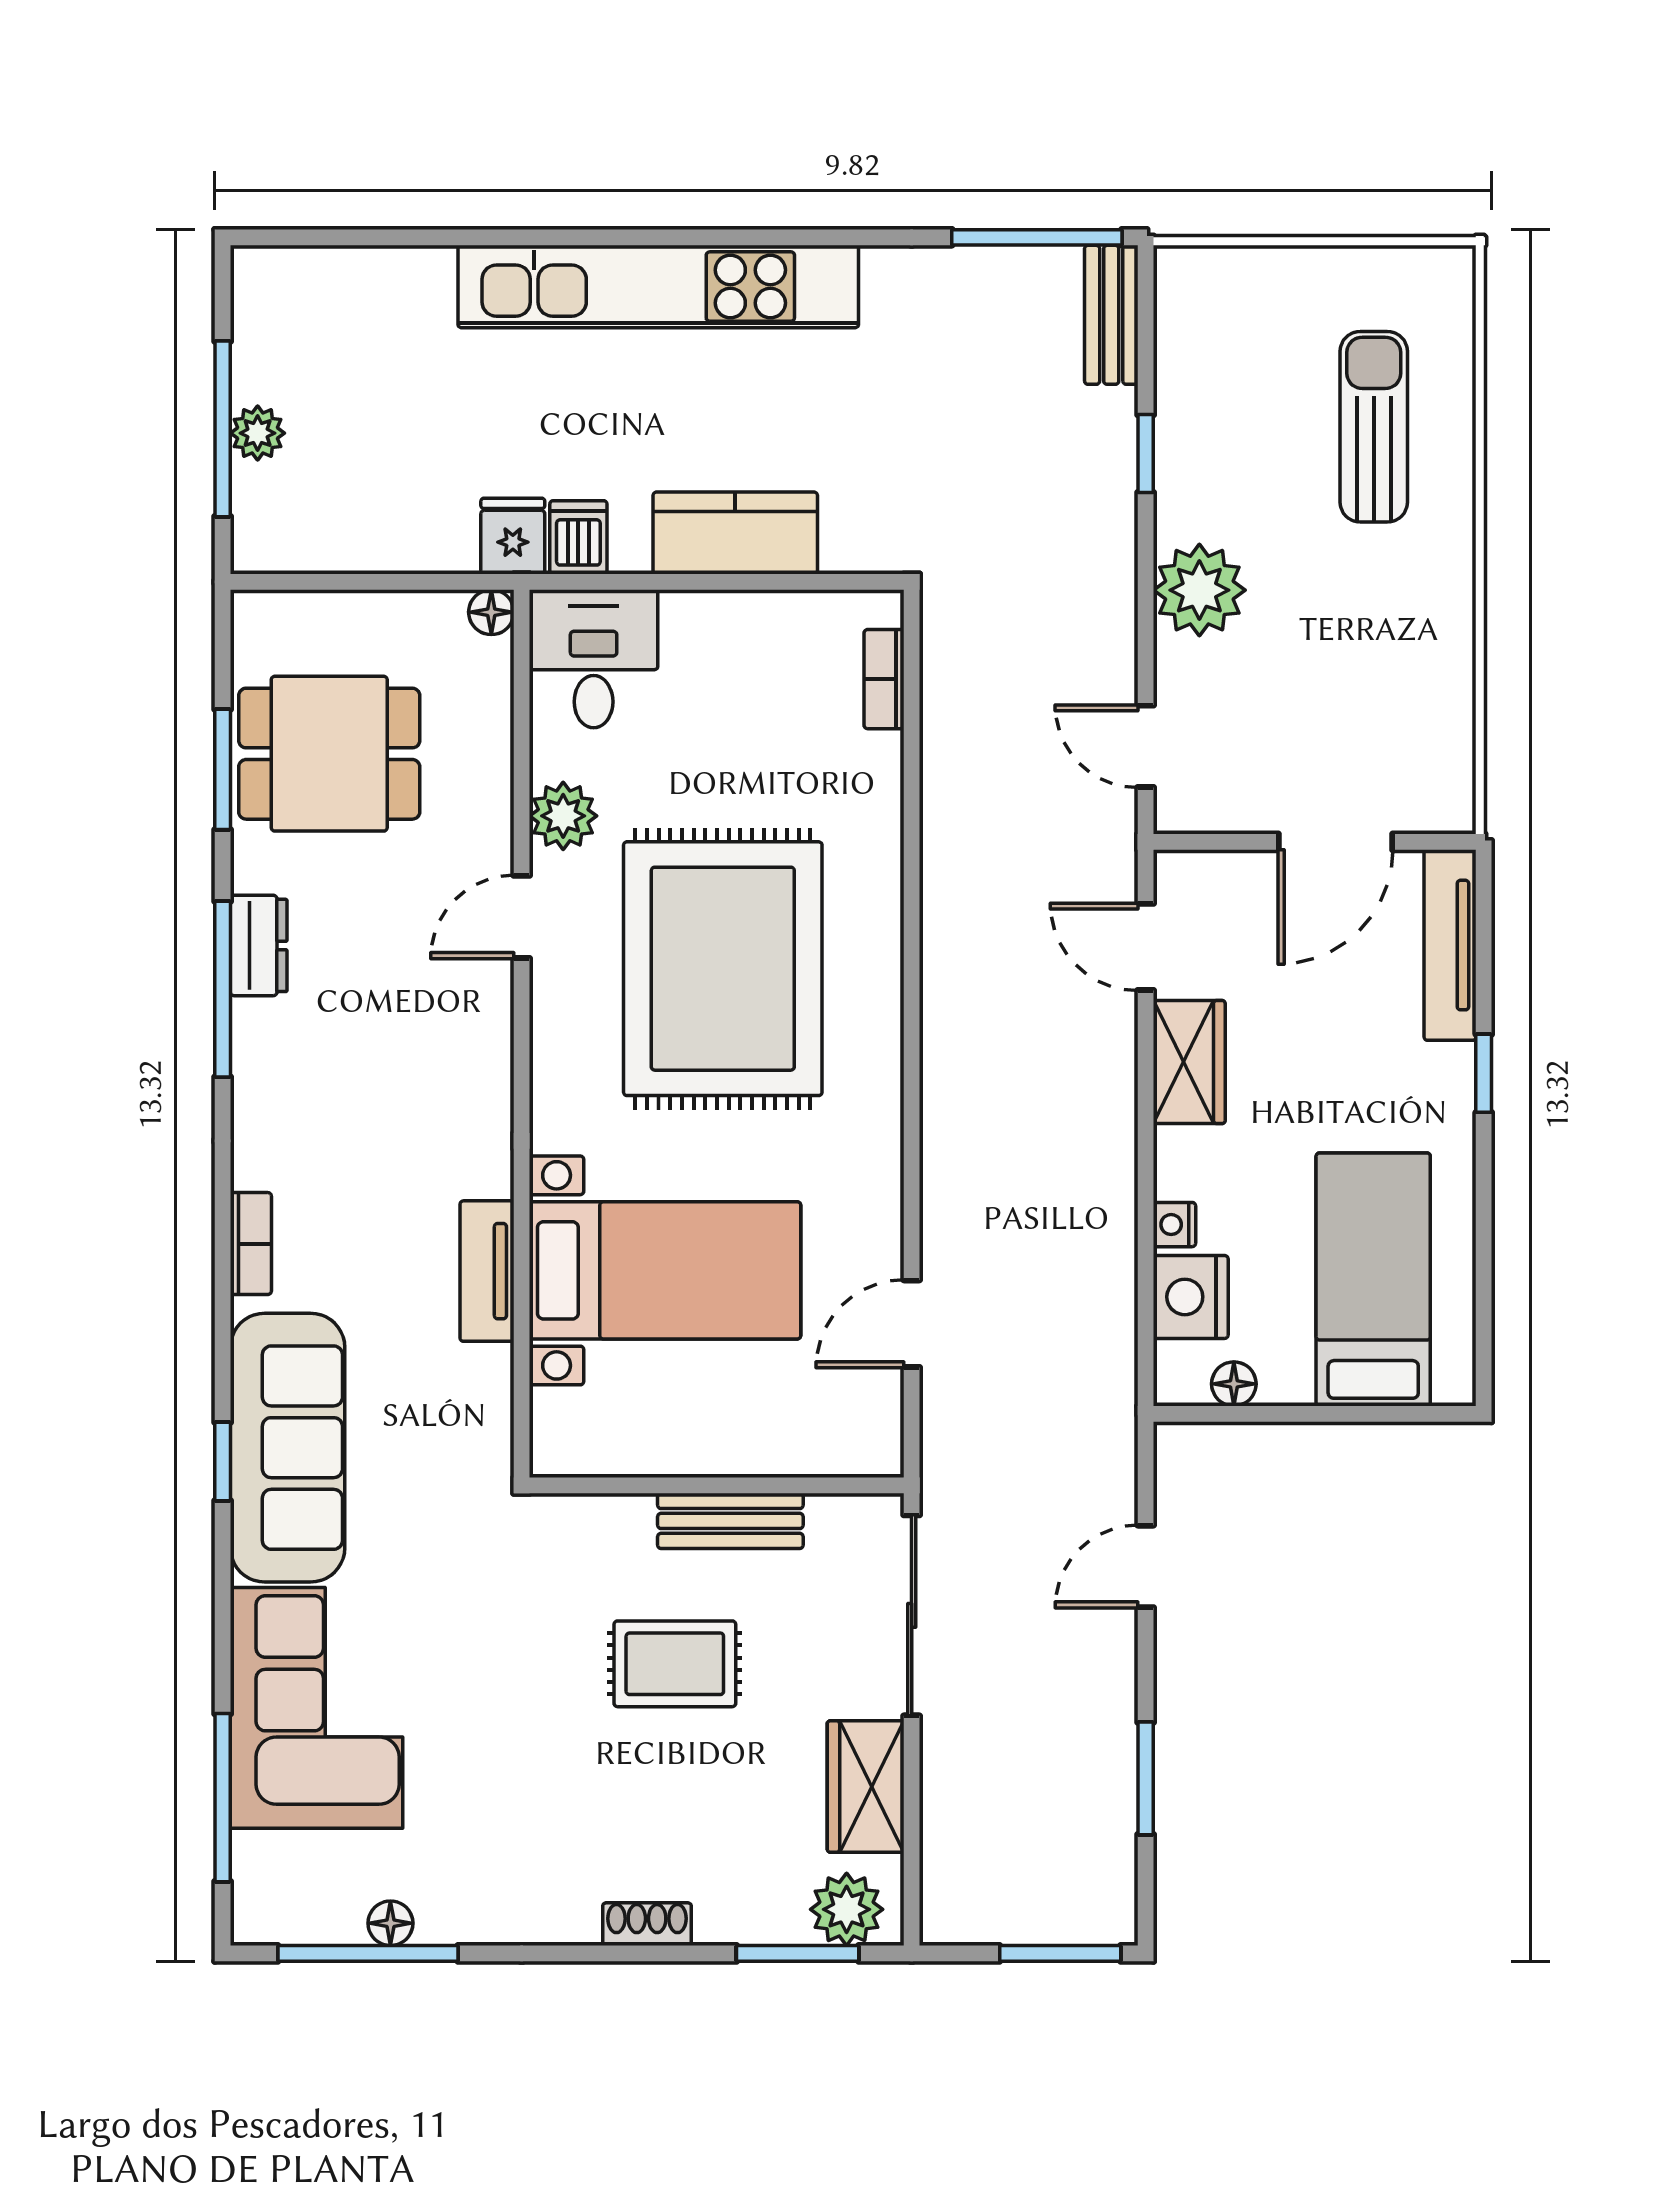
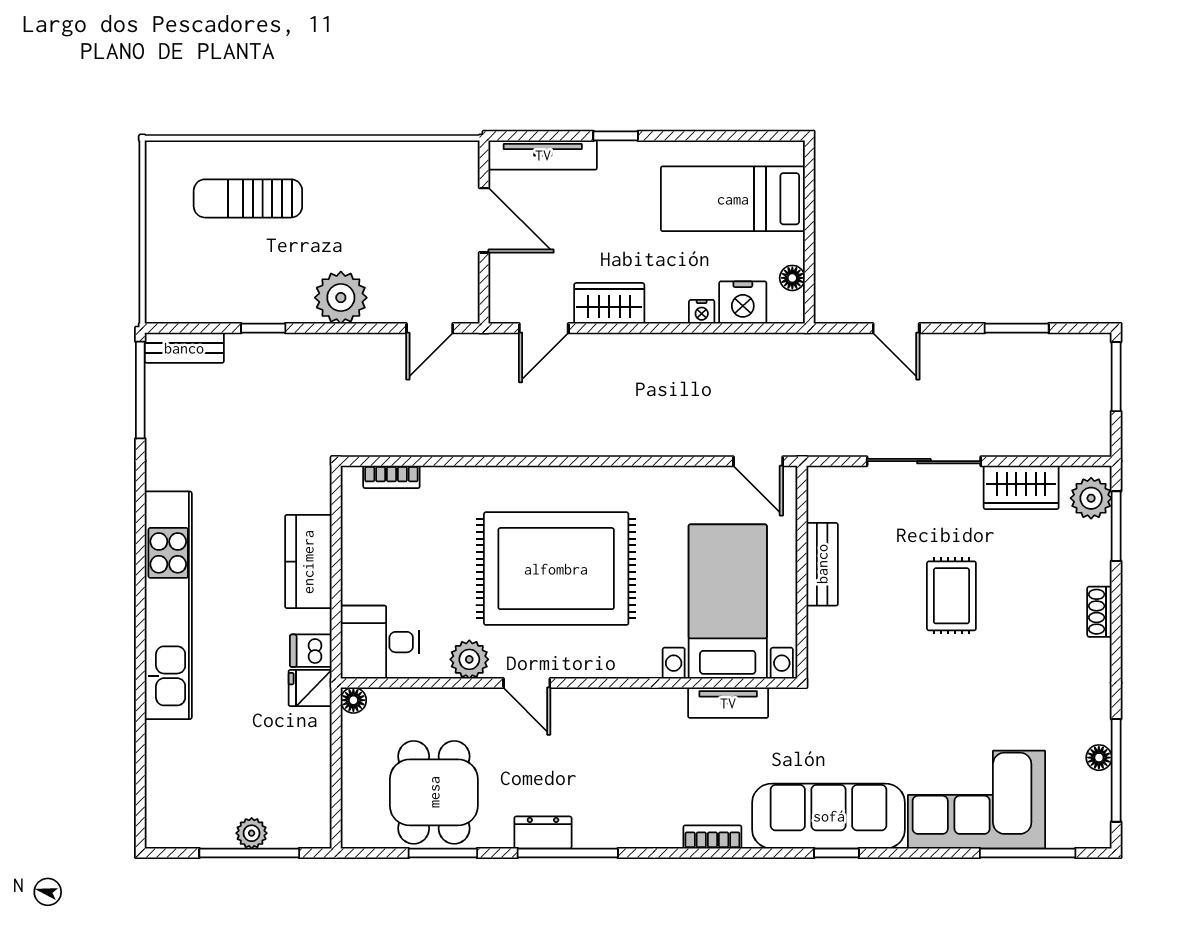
wall: (717, 1485) -> (802, 572), moved
bench: (730, 1521) -> (822, 564), moved

